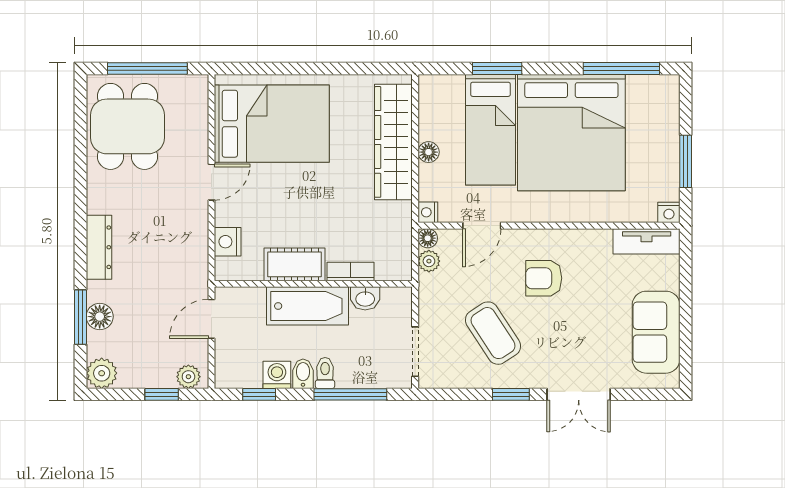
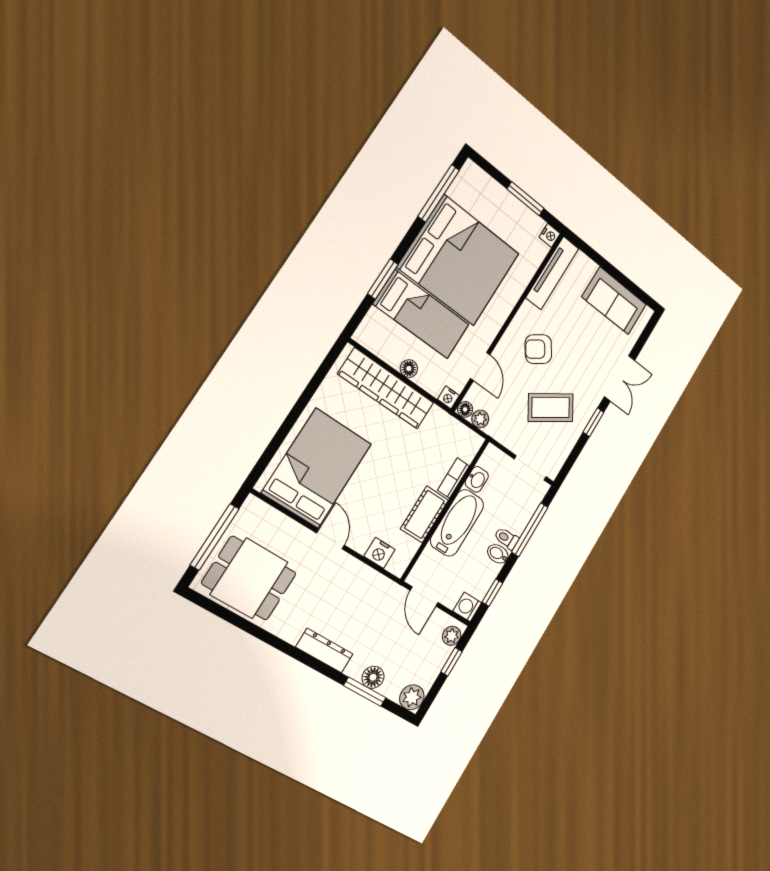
tv unit: (647, 241) -> (552, 273), width x1.41
armchair: (544, 278) -> (538, 349), turned 55
washing machine: (277, 375) -> (467, 607), moved

